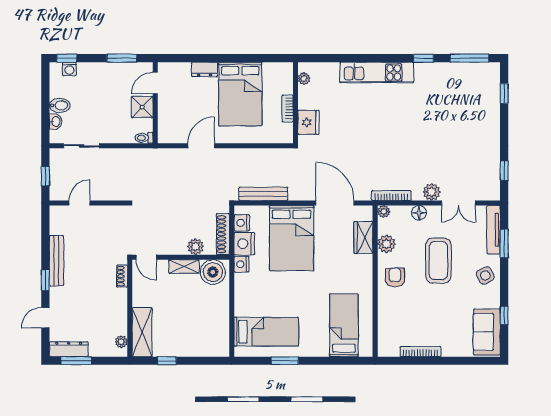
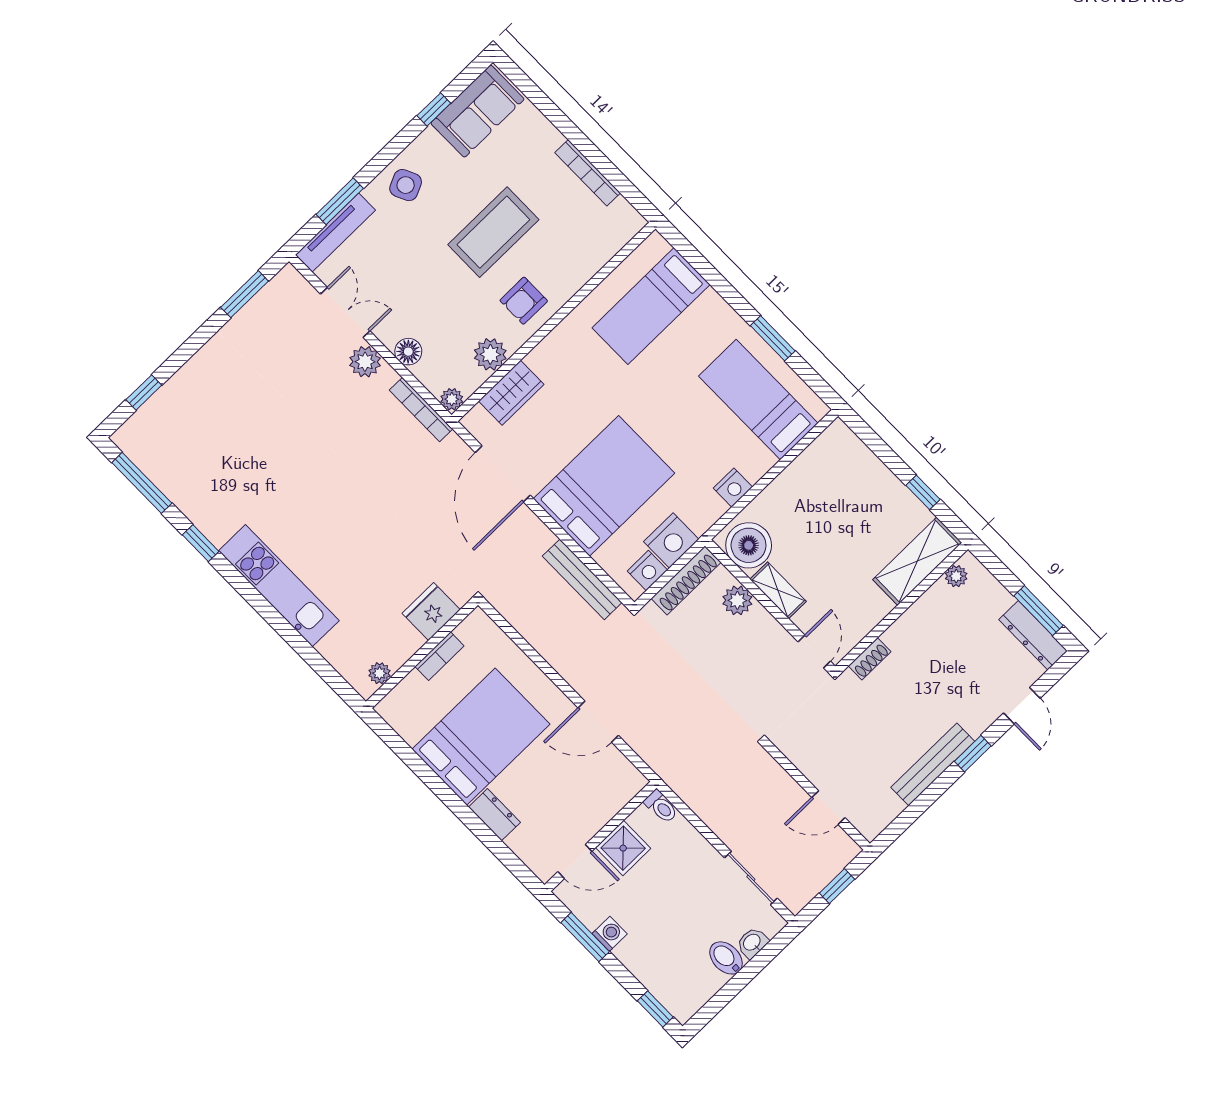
washing machine: (69, 69) -> (610, 934), moved
window: (504, 171) -> (245, 294), width x1.50
coffee table: (438, 261) -> (493, 232), moved
nightstand: (241, 264) -> (733, 488), moved
door: (45, 318) -> (1022, 706), hinge flipped

